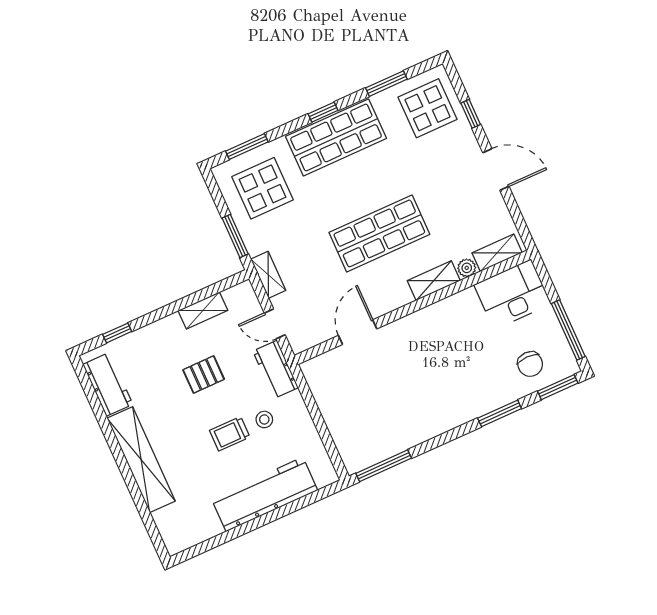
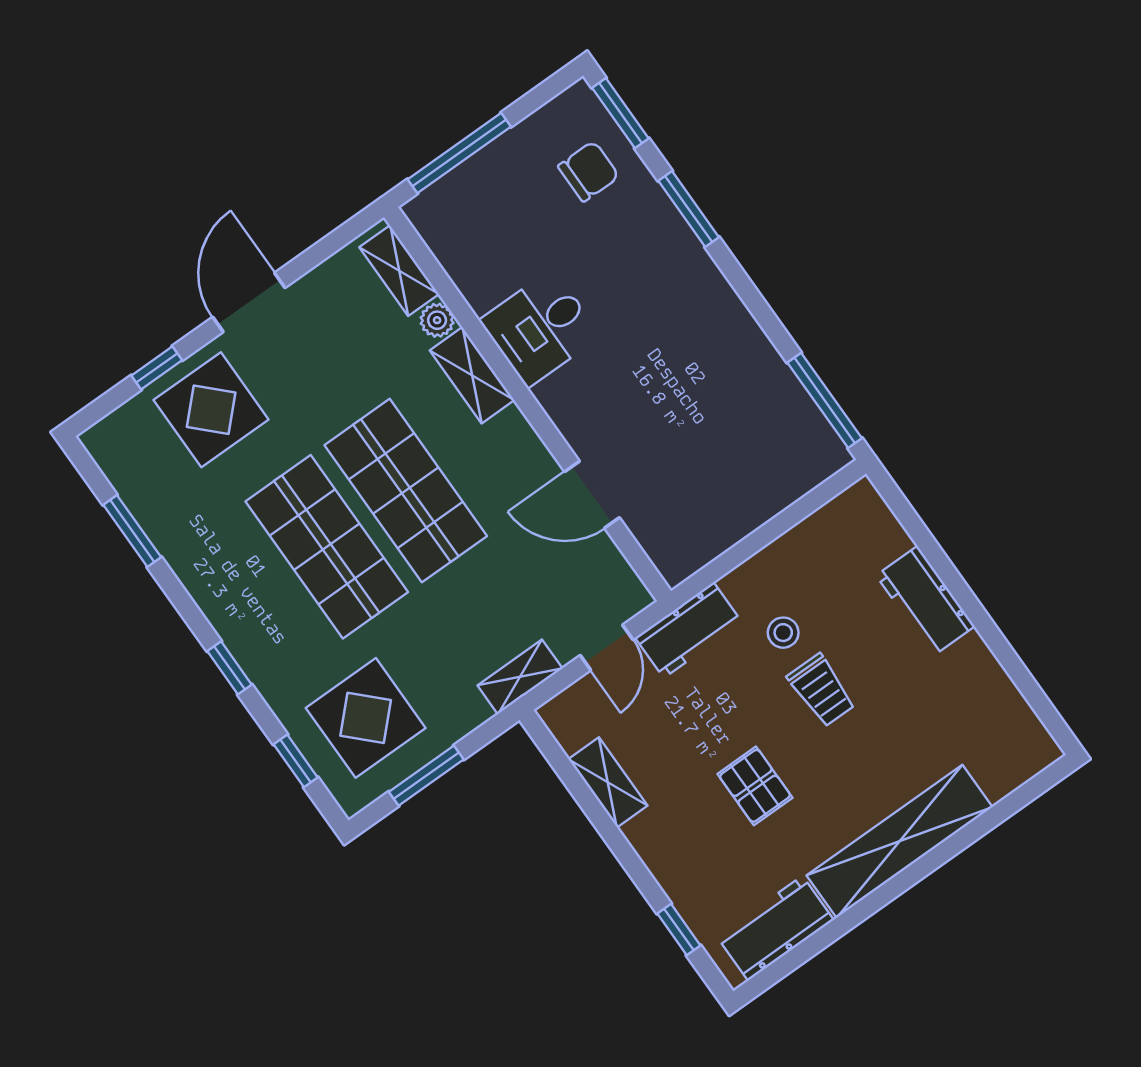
display table: (428, 108) -> (211, 410), moved
window: (323, 112) -> (230, 668), moved
shop shelf: (336, 137) -> (327, 547), moved
window: (247, 147) -> (296, 761), width x0.67
window: (235, 236) -> (426, 776), moved
desk: (513, 294) -> (540, 328), moved, width x0.73
window: (568, 330) -> (459, 153), moved
pallet: (204, 374) -> (755, 786), moved
workbench: (264, 494) -> (925, 601), width x0.53, depth x0.76

